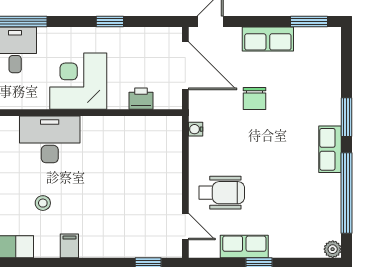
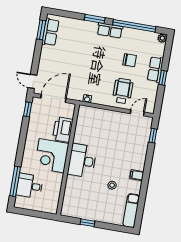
window: (110, 21) -> (28, 109), moved
row of seats: (268, 39) -> (50, 32), moved
printer: (141, 99) -> (63, 129), width x1.87, depth x1.48
chair: (255, 99) -> (130, 60), moved
desk: (50, 139) -> (82, 161), moved
row of seats: (244, 246) -> (155, 69), moved

